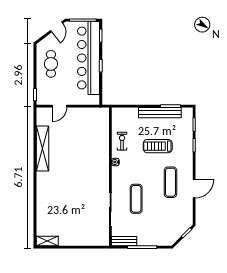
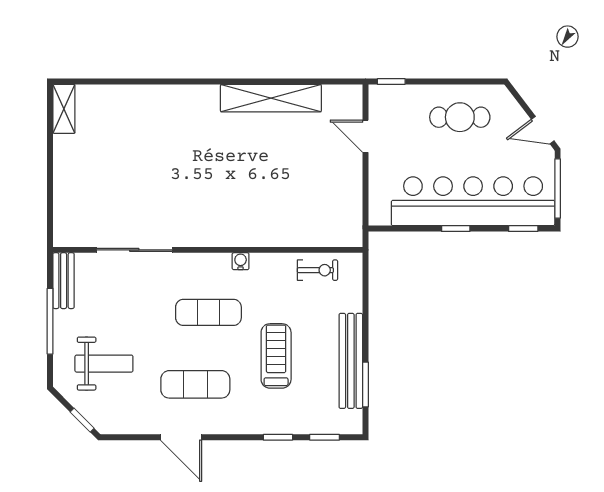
exercise bike: (122, 141) -> (317, 270), moved
exercise mat: (136, 199) -> (208, 312), moved
weight bench: (161, 223) -> (104, 364), added

